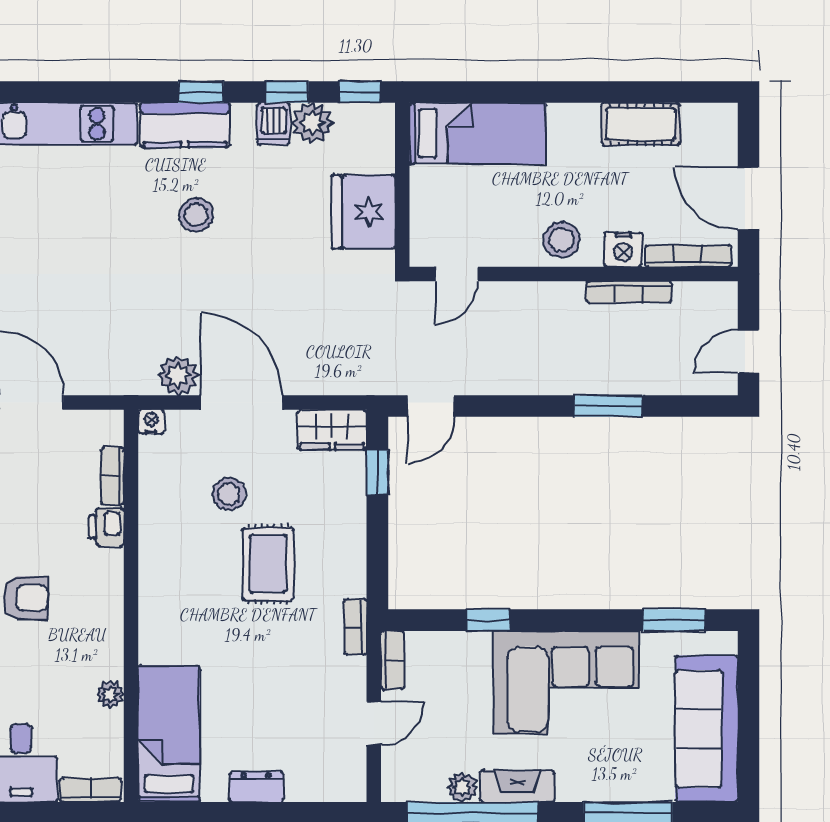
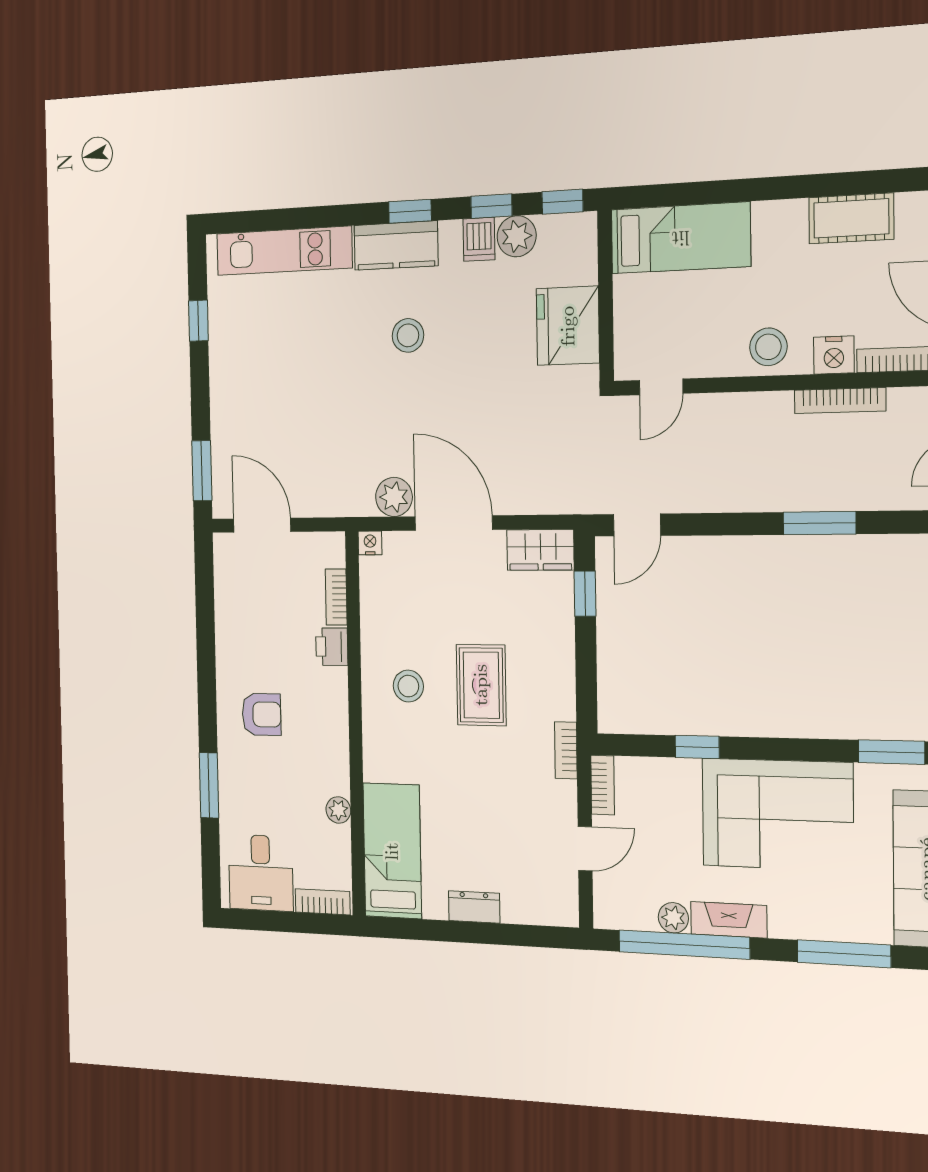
stool: (229, 494) -> (408, 686), moved

